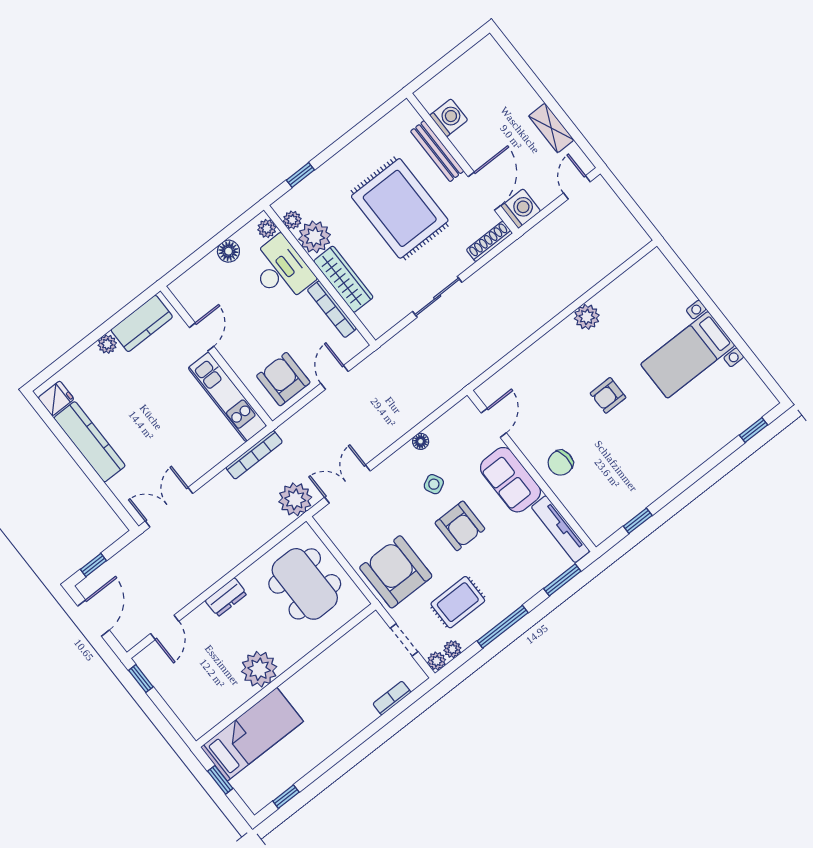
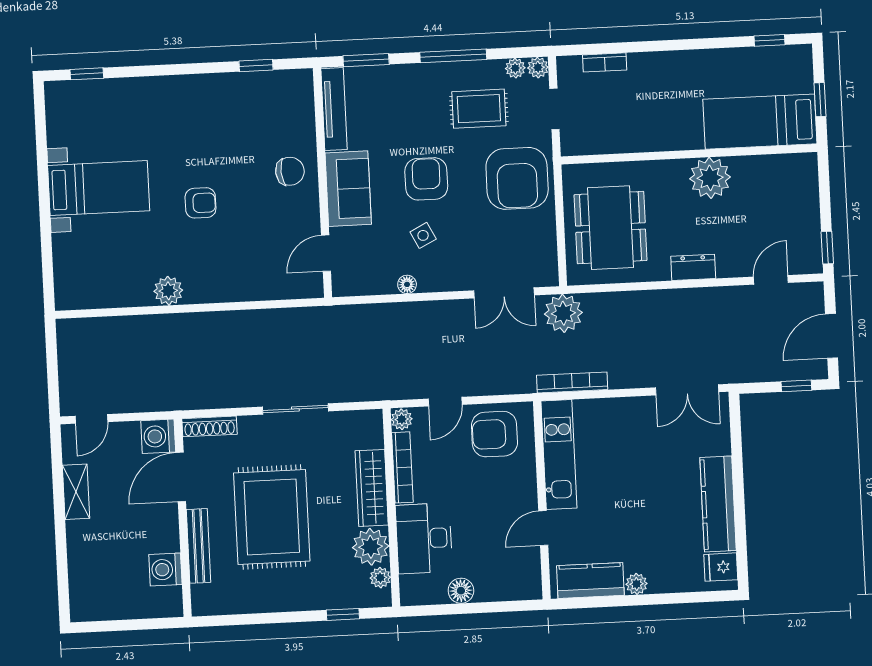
plant: (267, 229) -> (402, 419), moved
armchair: (283, 379) -> (494, 434), turned 90

